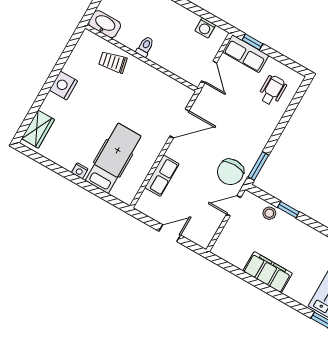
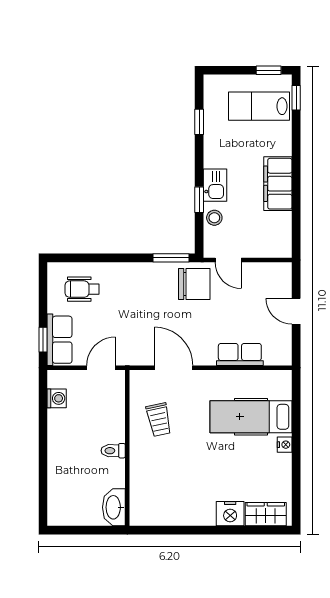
trolley: (113, 62) -> (159, 420), moved
nightstand: (63, 86) -> (230, 514), moved
kitchen sink: (292, 227) -> (215, 185), added

